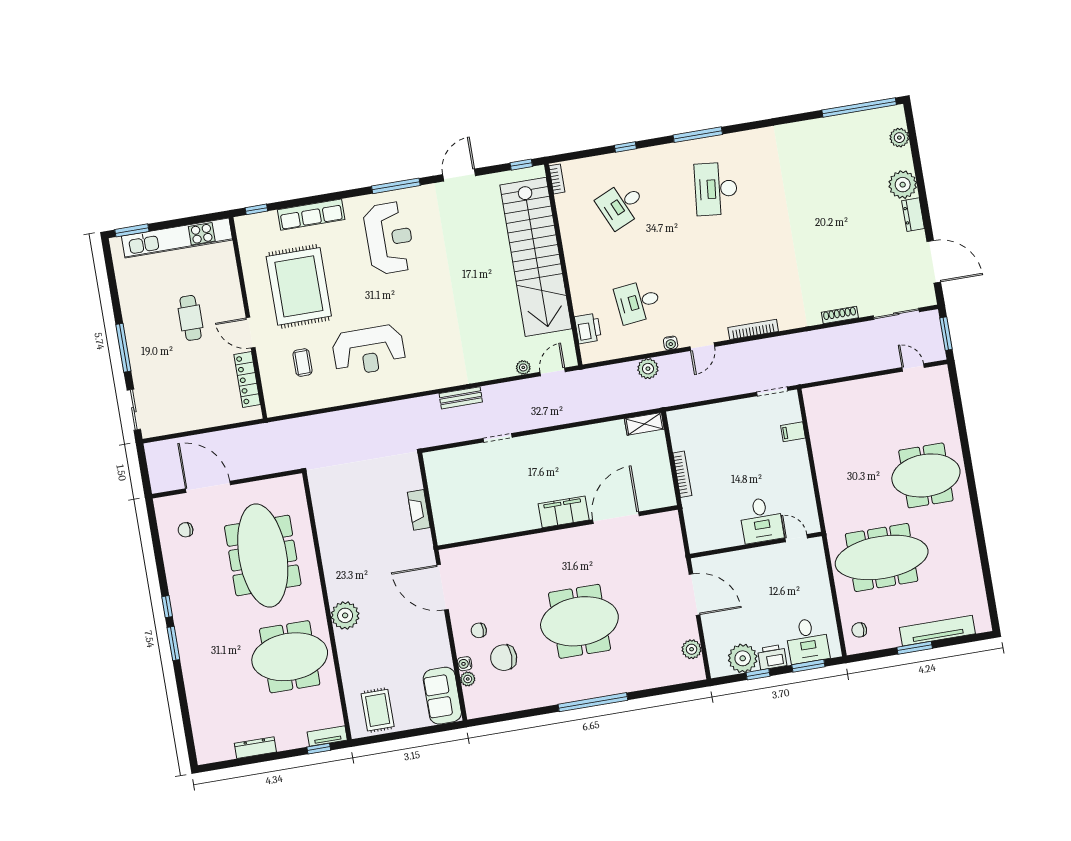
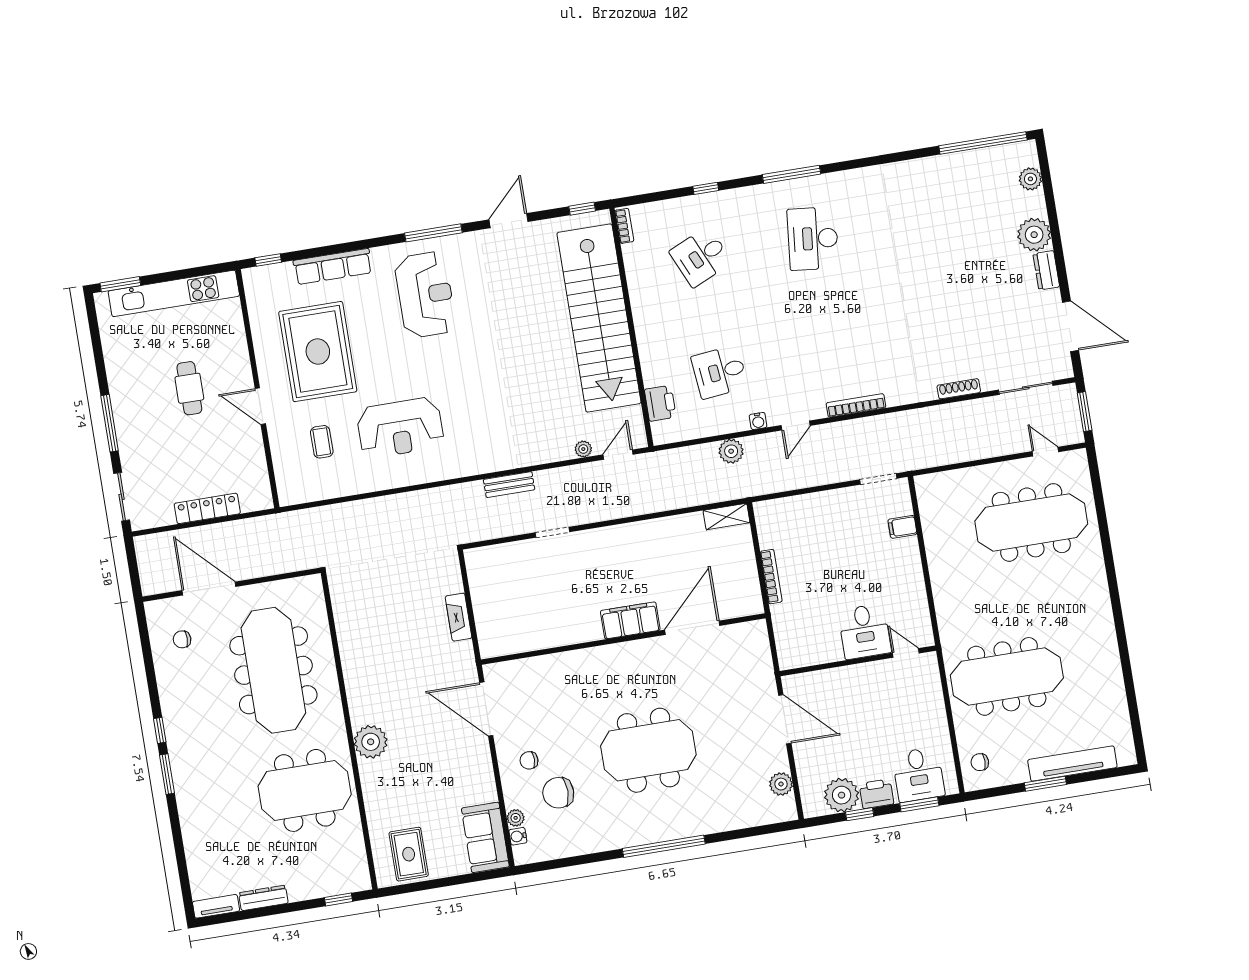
locker: (247, 379) -> (207, 508), moved, turned 90
meeting table: (926, 475) -> (1031, 522), moved, width x1.36
water cooler: (465, 664) -> (518, 836), moved
tv unit: (327, 736) -> (216, 906), moved

